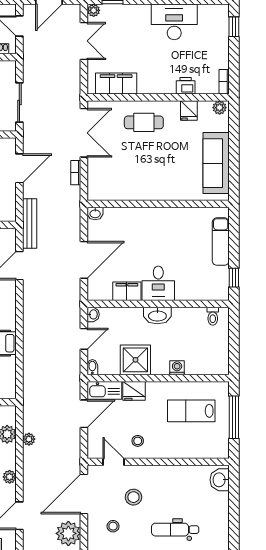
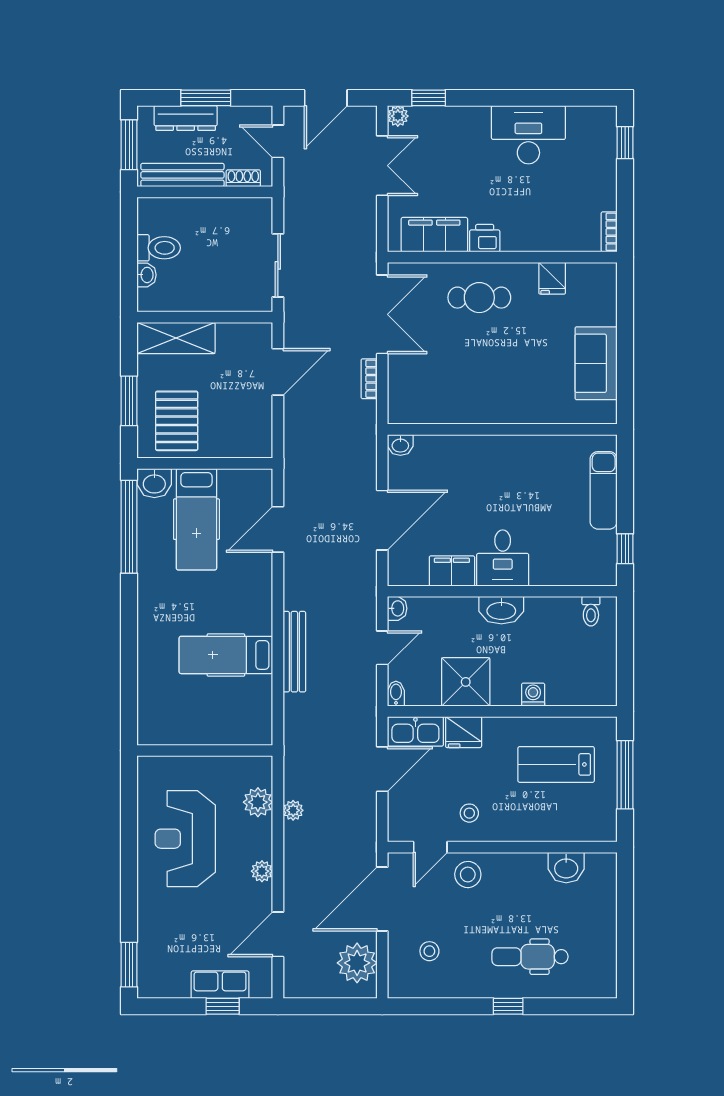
printer: (186, 86) -> (485, 238), moved
plant: (220, 108) -> (602, 273), removed
sofa: (216, 163) -> (596, 363), width x0.73
bench: (30, 223) -> (294, 652), moved
door: (114, 462) -> (430, 847), swing flipped
washbasin: (220, 480) -> (566, 868), moved, turned -90
stool: (133, 497) -> (468, 875), moved

